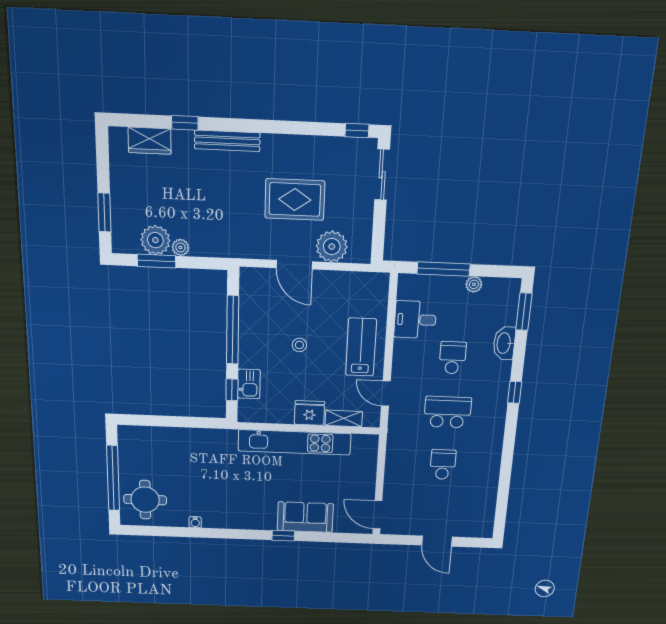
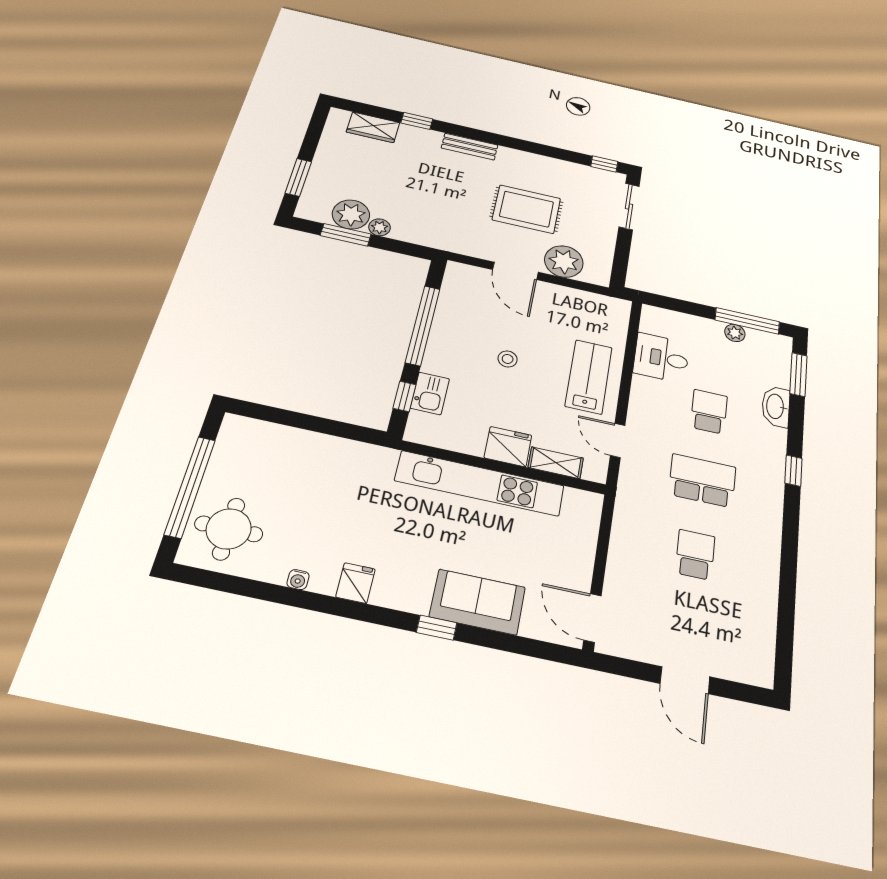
bench: (227, 141) -> (470, 147), width x0.73
window: (443, 269) -> (747, 321), moved
fridge: (230, 518) -> (356, 583), added

